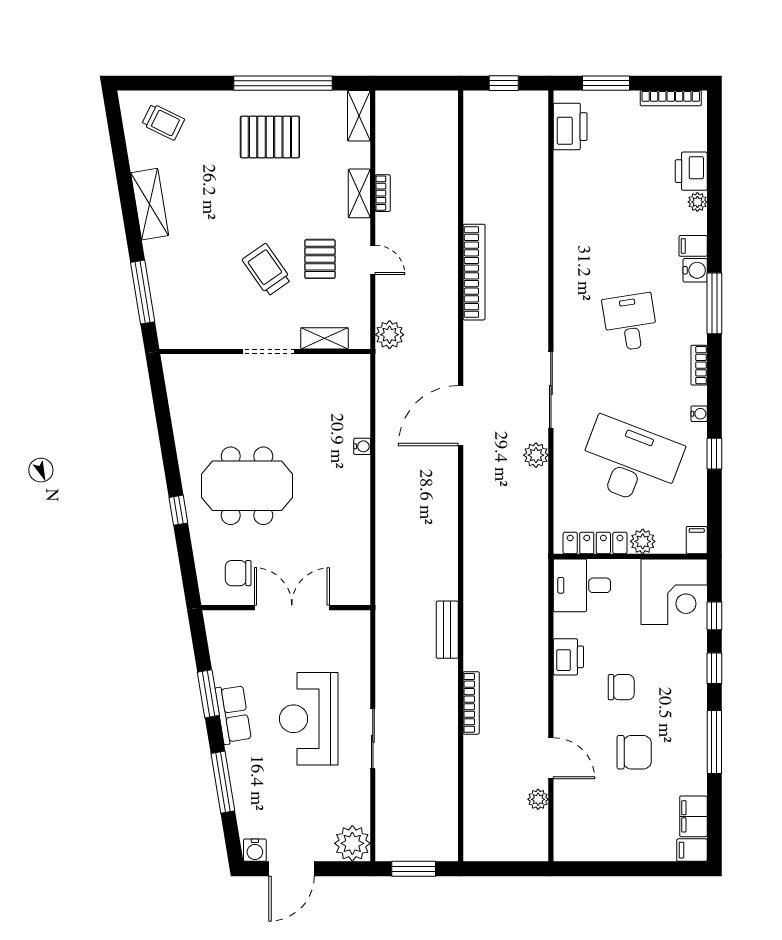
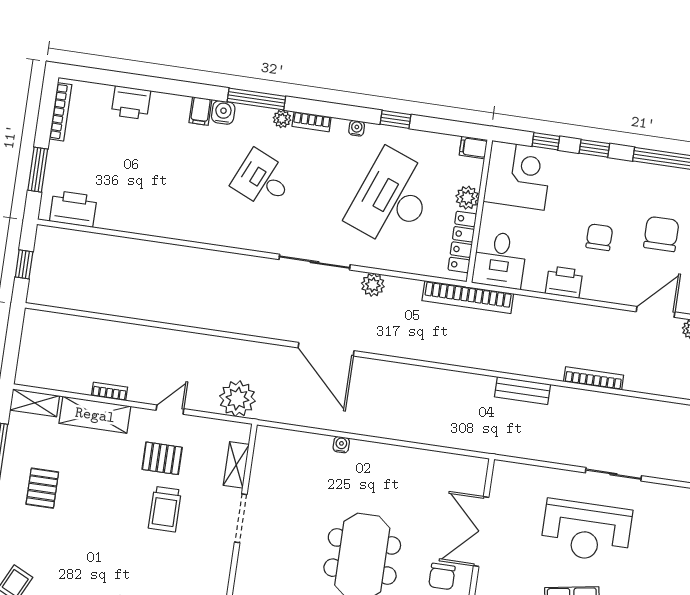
pallet: (270, 137) -> (42, 488), width x0.67, depth x0.71
shelving: (359, 193) -> (95, 415), width x1.50, depth x1.33
plant: (697, 202) -> (282, 119), moved
trolley: (267, 270) -> (165, 509), turned -55
bookcase: (474, 272) -> (468, 297), moved, turned 180
desk: (630, 322) -> (263, 180), turned 33
plant: (390, 335) -> (237, 399), width x1.36, depth x1.36

